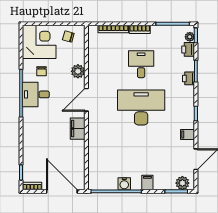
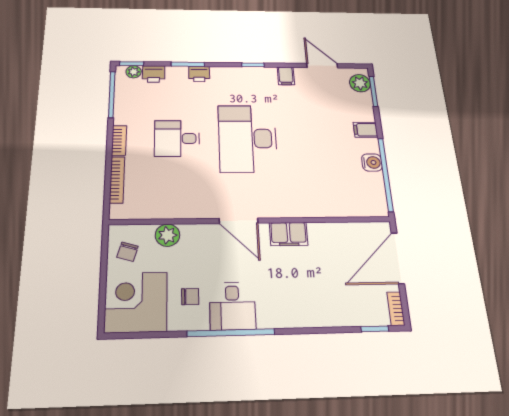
plant: (78, 71) -> (167, 235), moved

